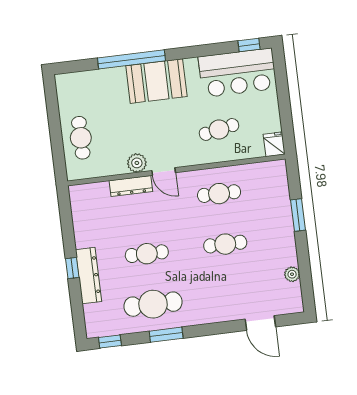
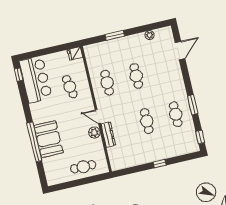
booth: (156, 81) -> (48, 139), moved
door: (164, 172) -> (98, 116), swing flipped
dresser: (89, 276) -> (163, 154), removed
cafe table: (153, 304) -> (176, 114), width x0.73, depth x0.74

